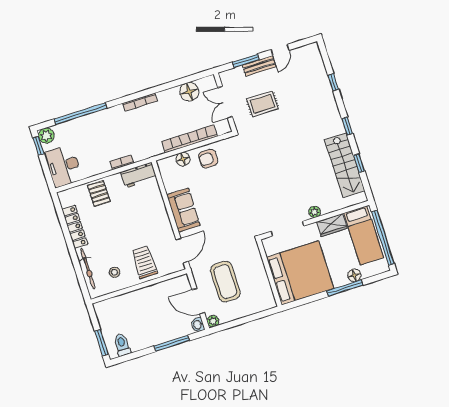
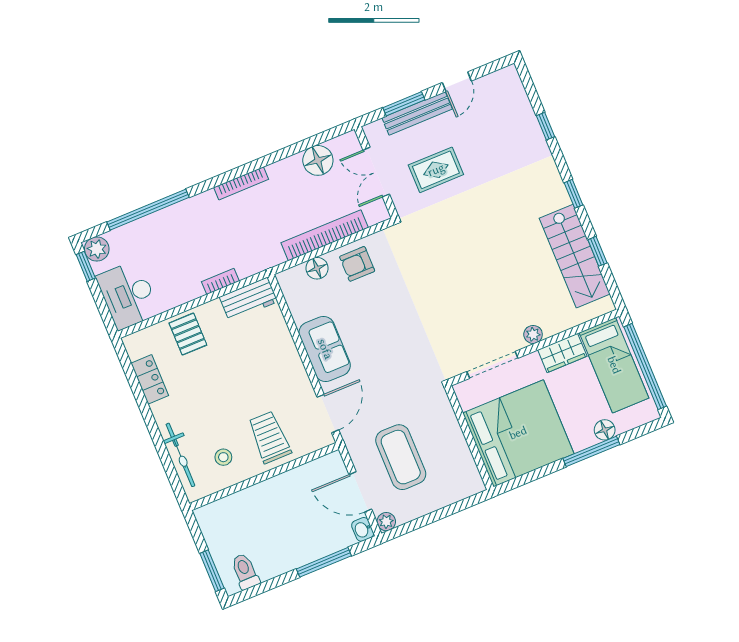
bench: (259, 66) -> (417, 113), width x1.36
locker: (75, 227) -> (150, 379), width x0.66

